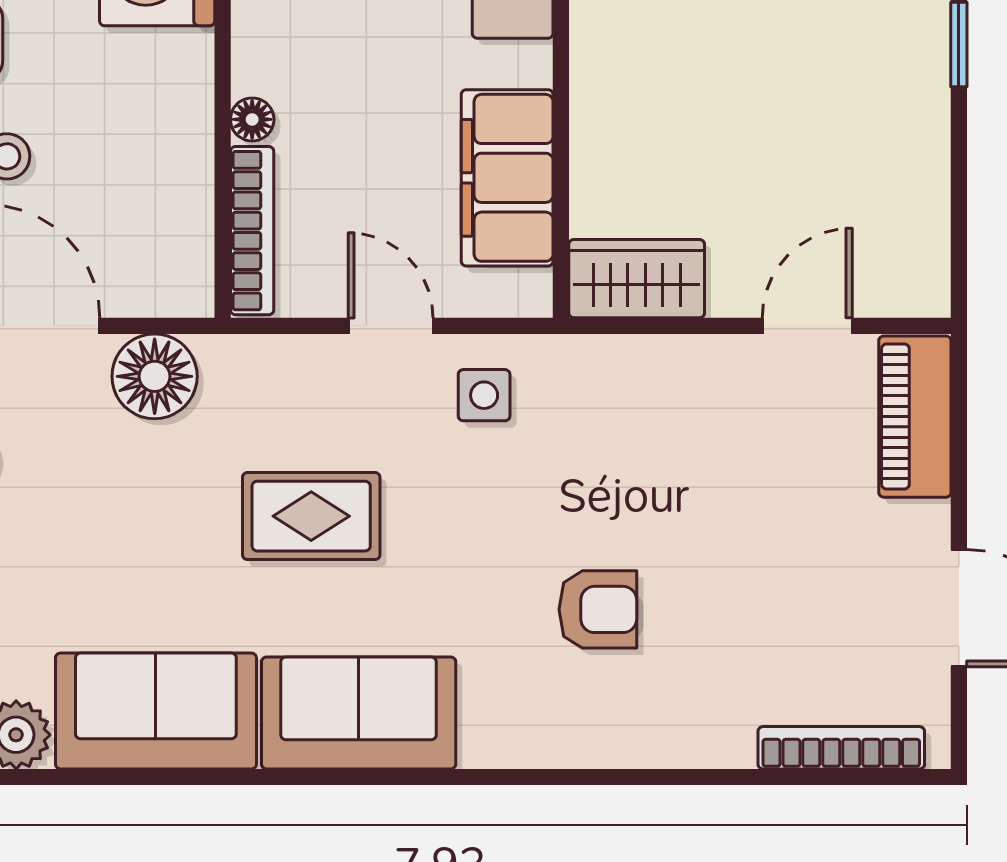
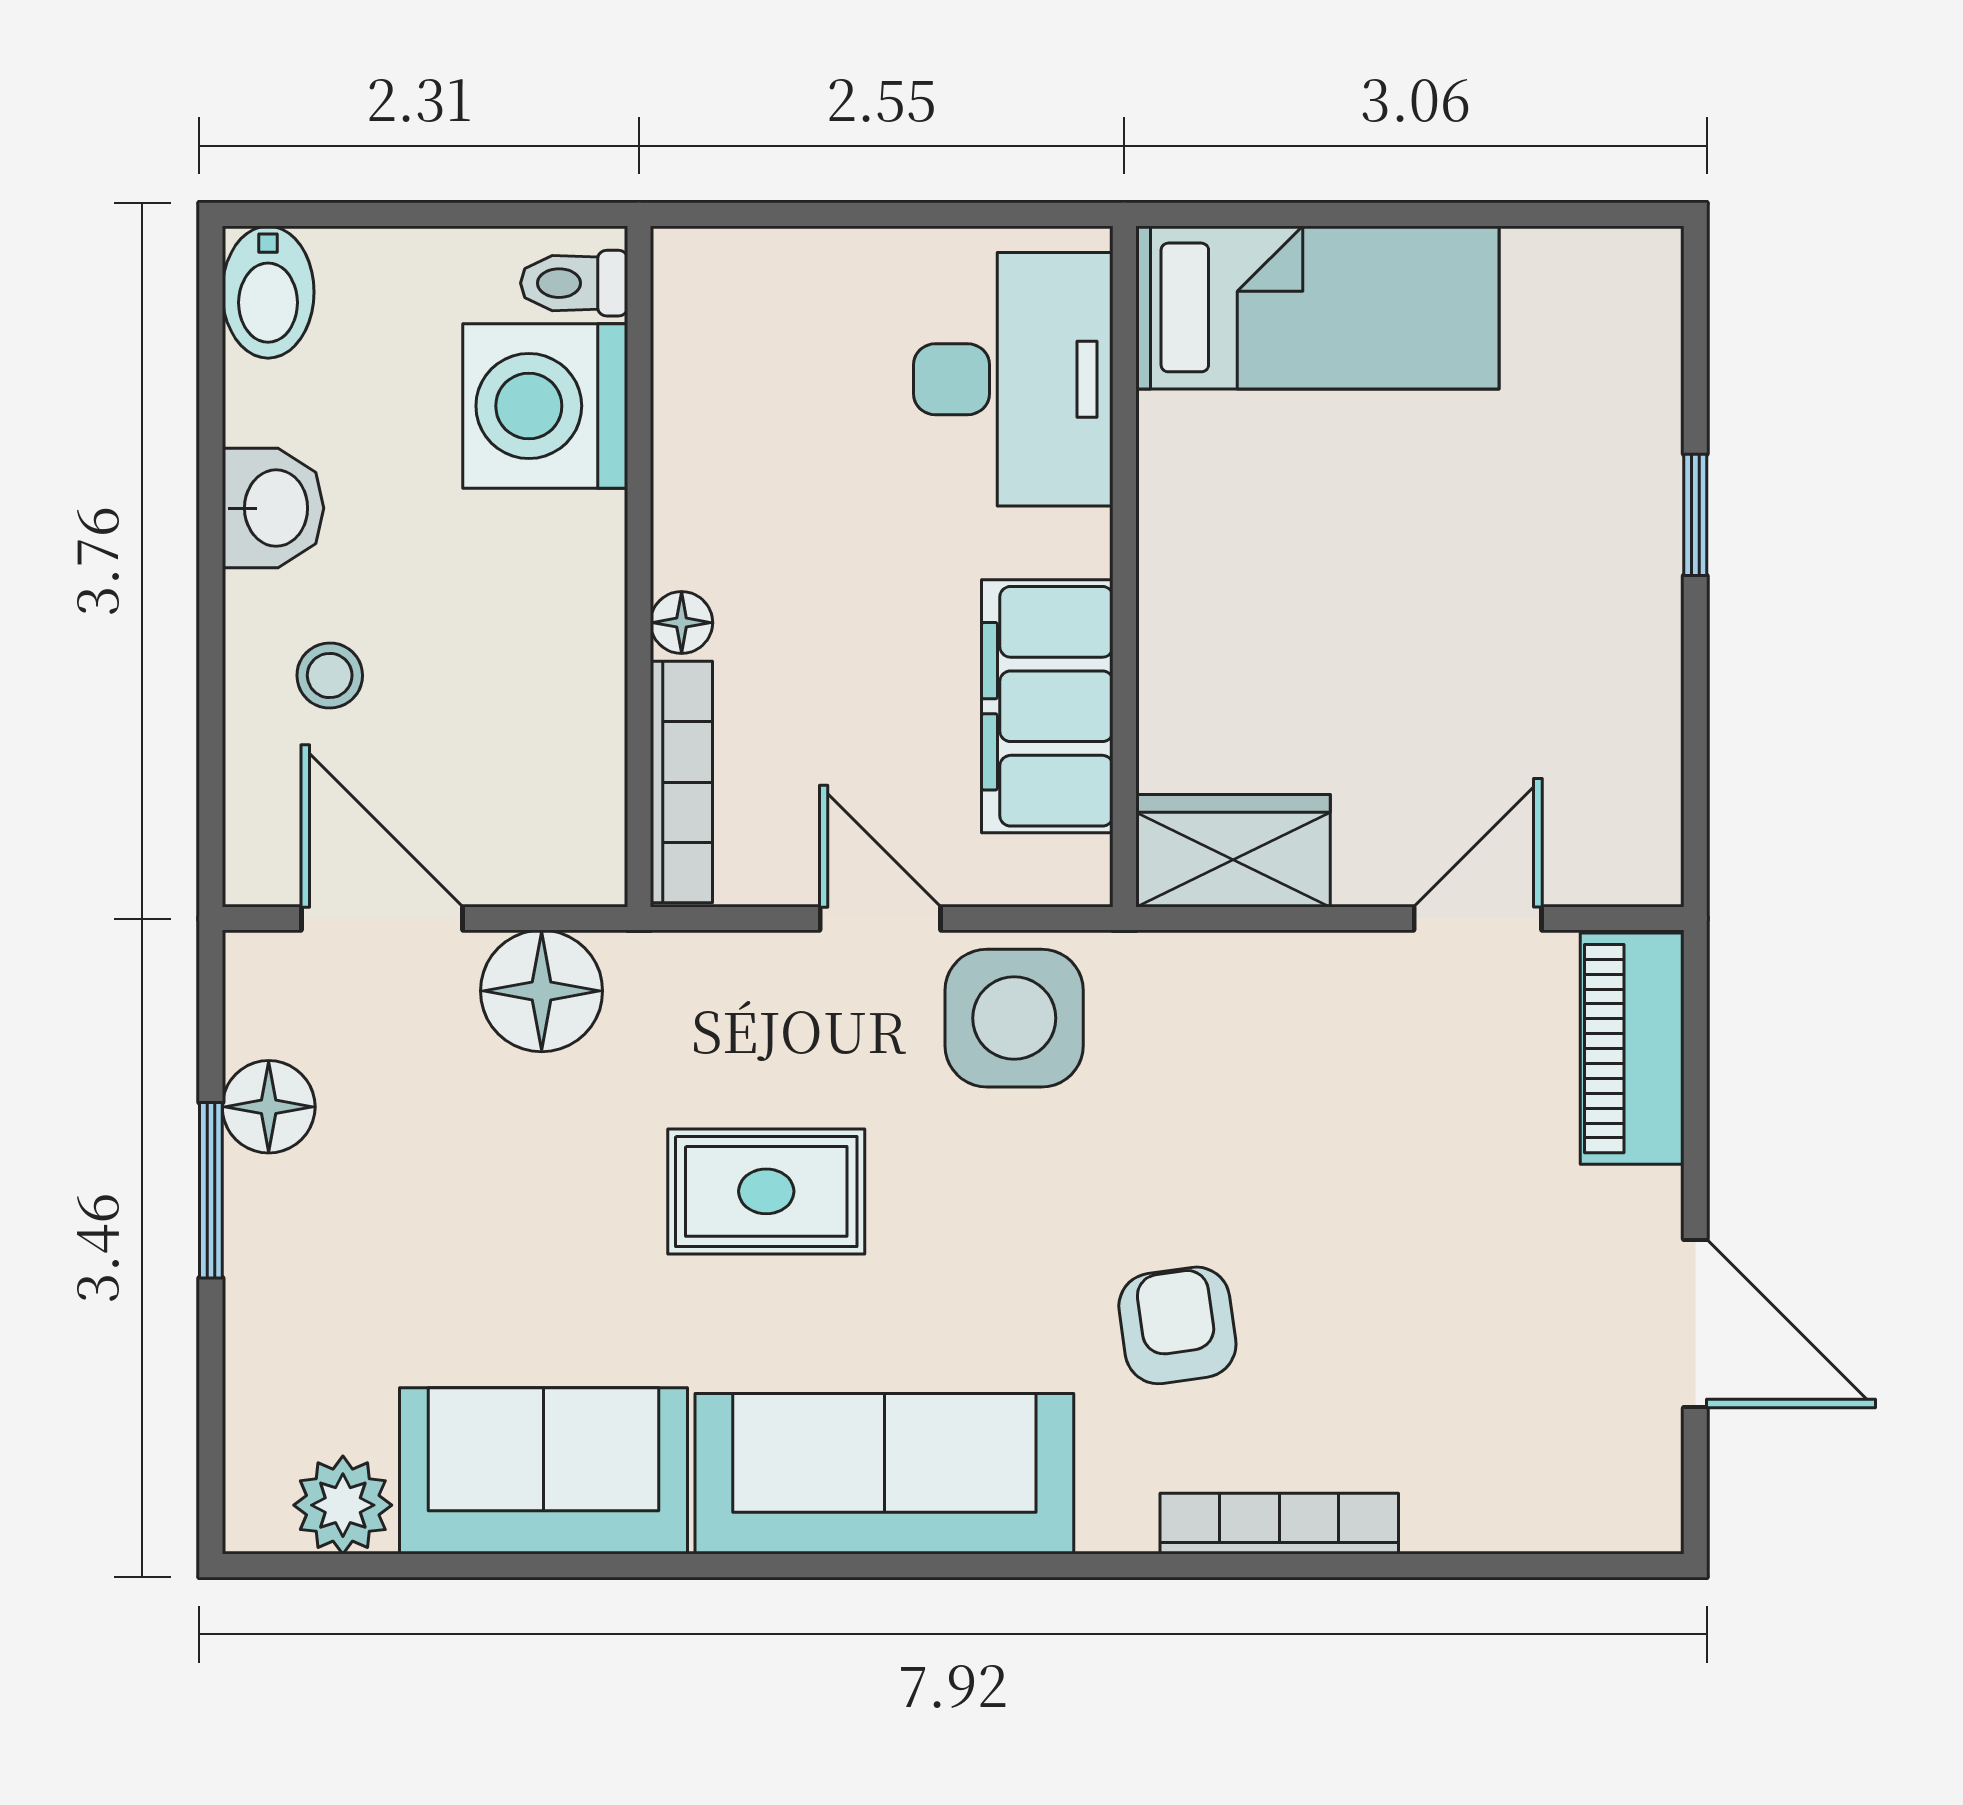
side table: (484, 395) -> (1014, 1018), width x1.87, depth x1.87
armchair: (598, 609) -> (1177, 1325), turned -98
sofa: (359, 713) -> (884, 1474), width x1.36
bookcase: (841, 748) -> (1279, 1524), moved

